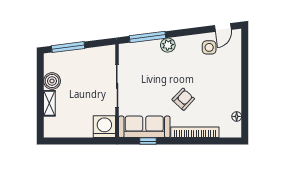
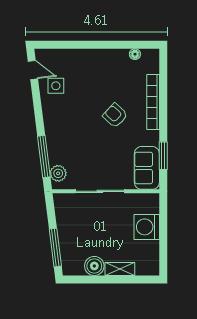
plant: (168, 45) -> (58, 173), moved
washing machine: (104, 127) -> (147, 227), moved
sofa: (144, 127) -> (147, 168), width x0.73
window: (148, 141) -> (163, 156), width x1.50

